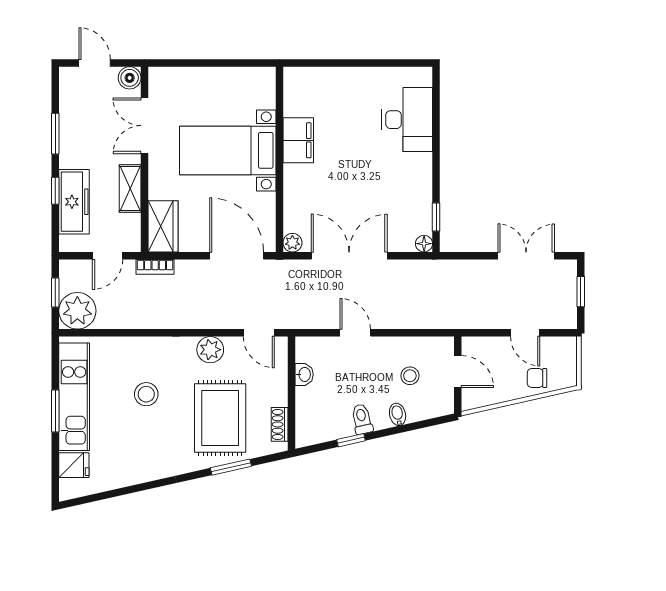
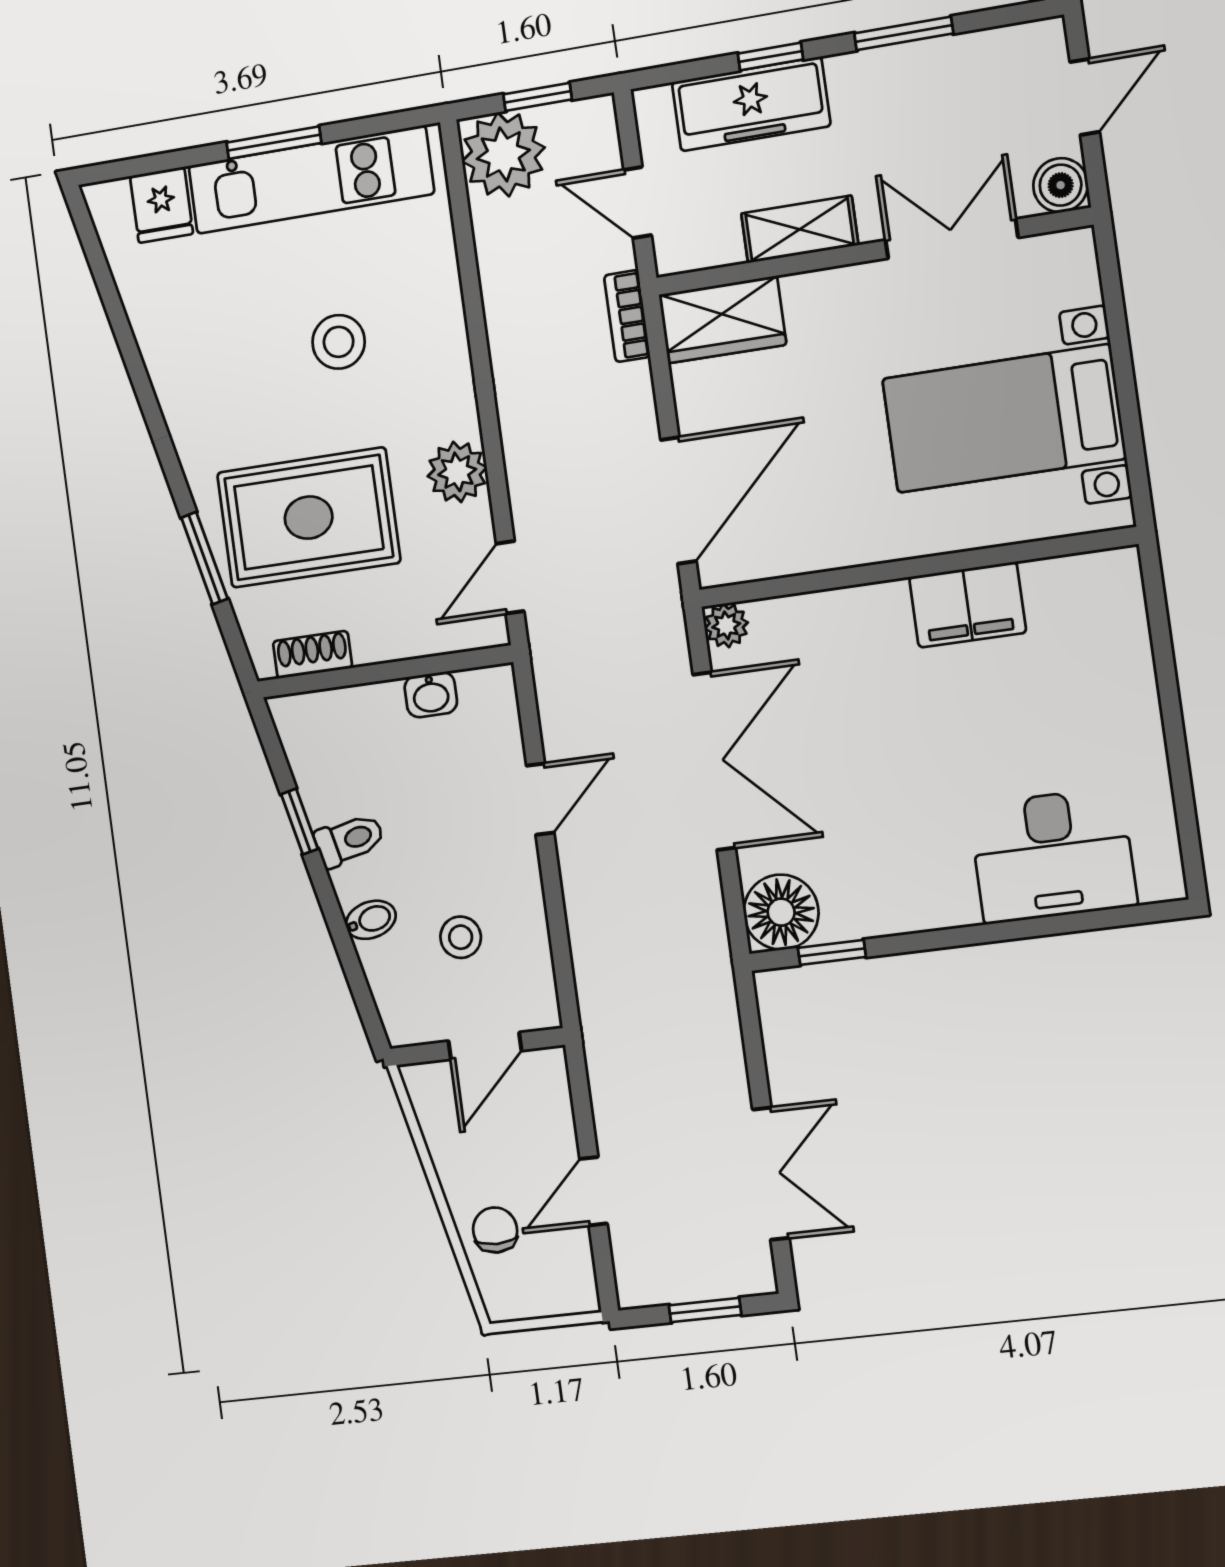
bed with nightstands: (228, 150) -> (1004, 419), moved, turned -90
floor lamp: (424, 244) -> (781, 912), width x1.89, depth x1.89

